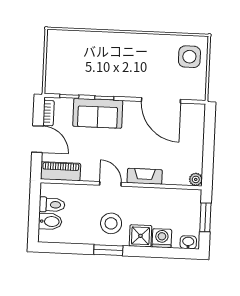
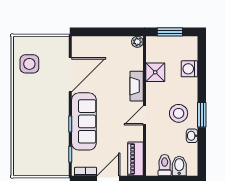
side table: (189, 57) -> (29, 64), moved
sofa: (98, 113) -> (84, 121), width x1.36
shower: (140, 236) -> (155, 72), moved
washbasin: (188, 242) -> (192, 136), moved

